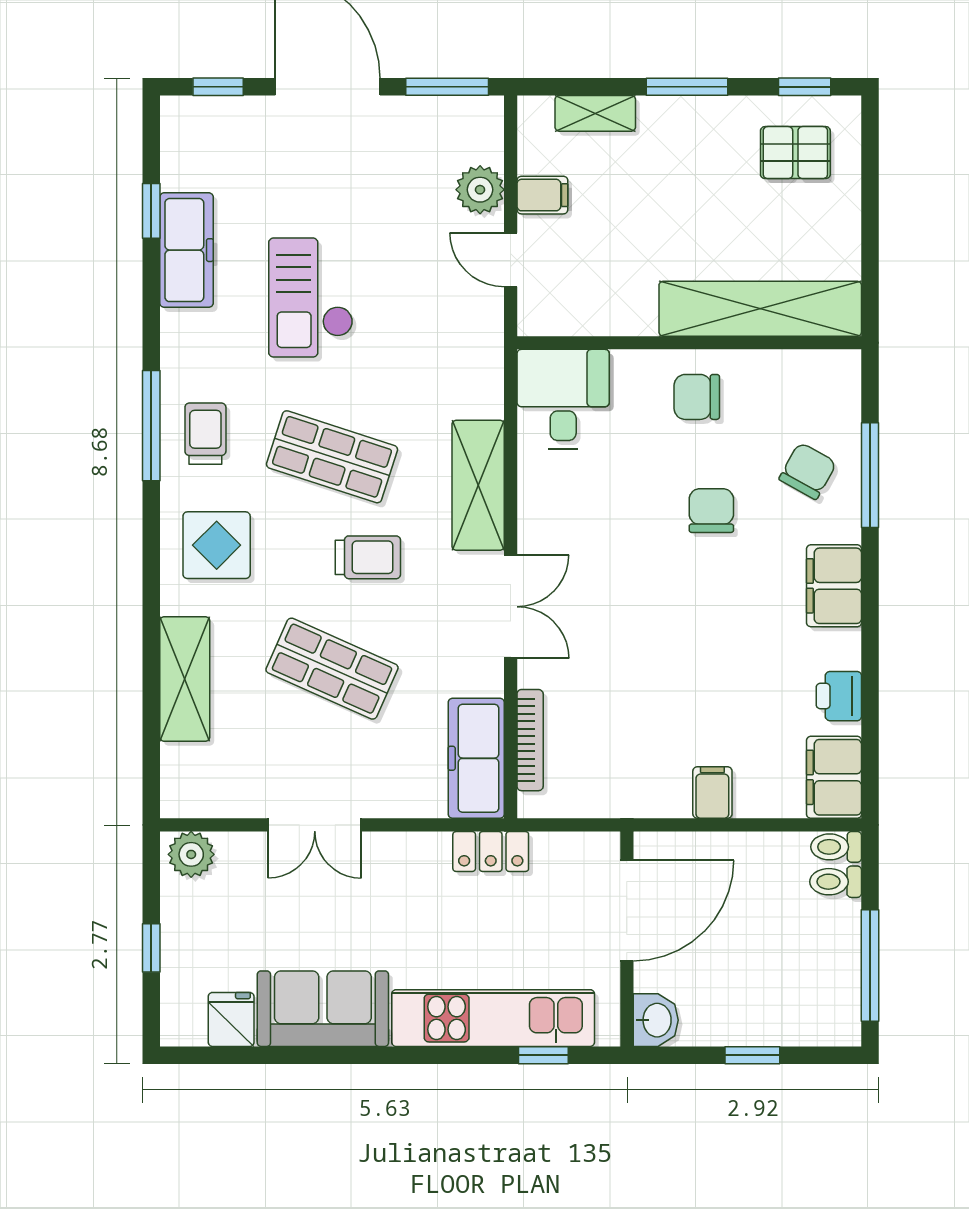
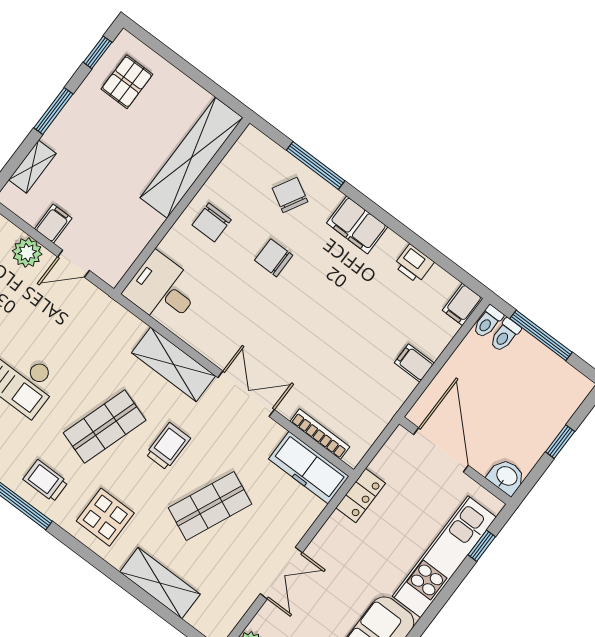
filing cabinet: (834, 777) -> (463, 304), width x0.50
window: (870, 966) -> (541, 335), moved

